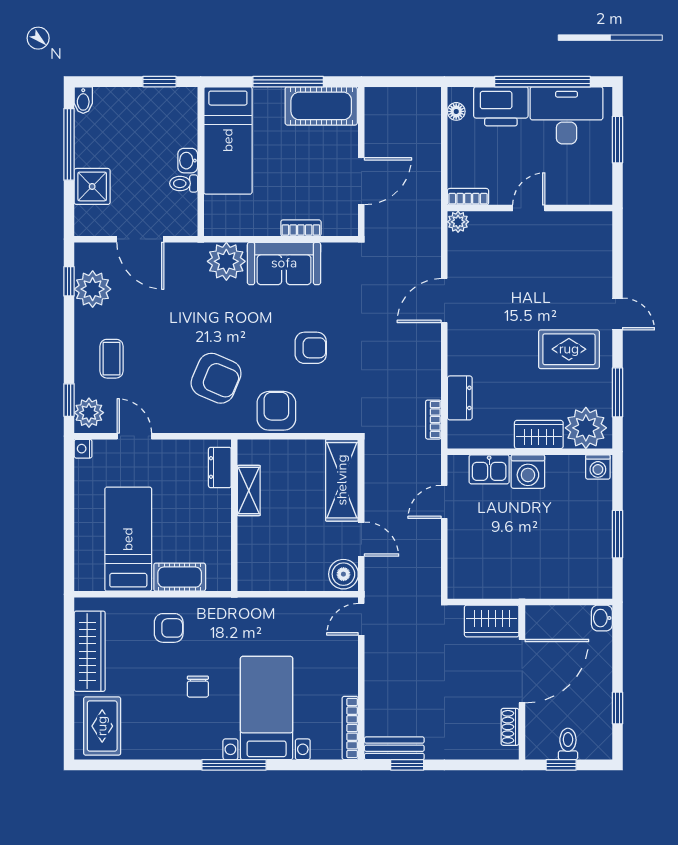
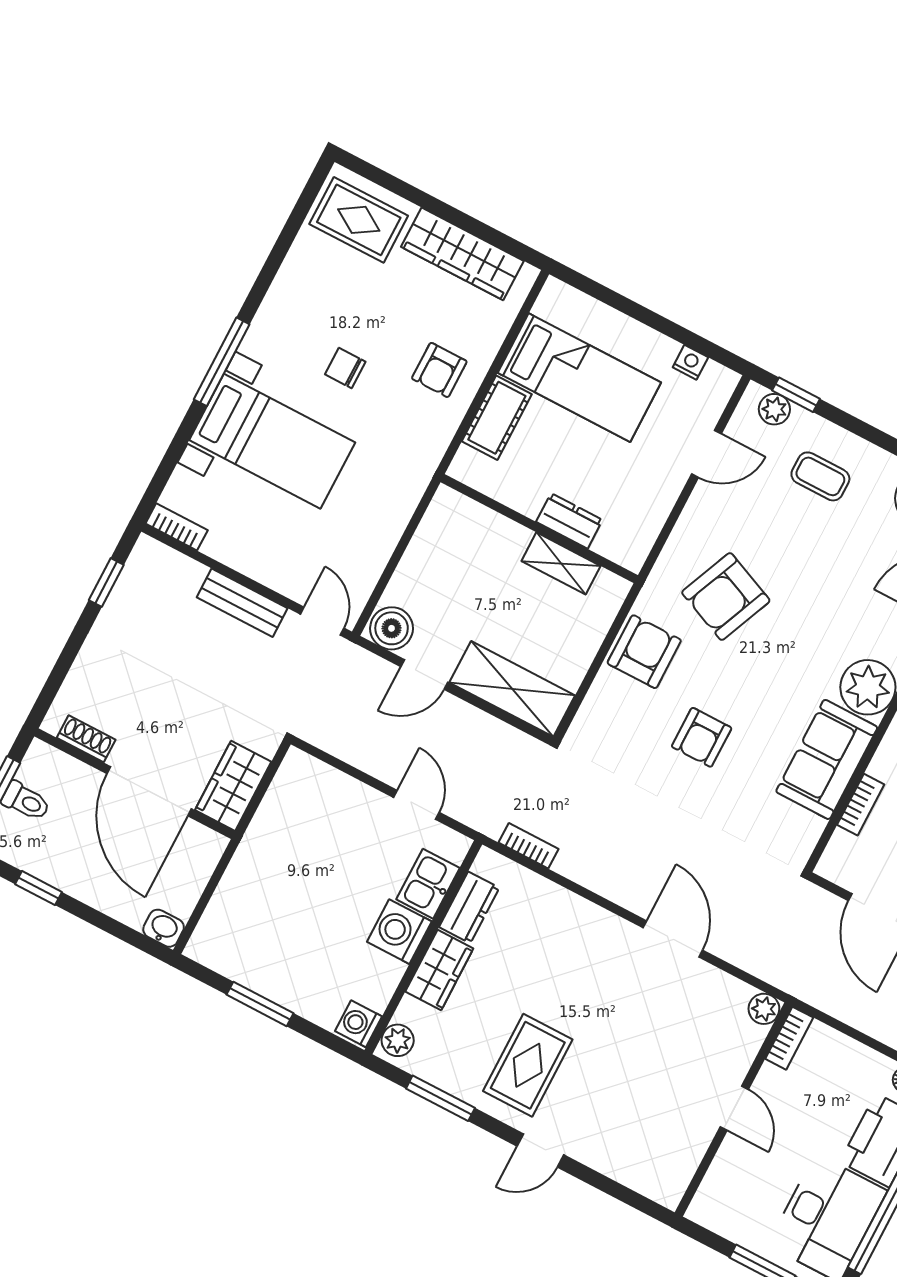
dresser: (460, 398) -> (469, 907), moved, turned -90
armchair: (276, 411) -> (644, 652), turned -90
plant: (89, 413) -> (774, 409), width x0.73, depth x0.73
plant: (586, 428) -> (398, 1040), width x0.53, depth x0.53
nightstand: (83, 449) -> (690, 362), moved
dresser: (220, 467) -> (569, 521), moved
bookcase: (350, 728) -> (177, 527), width x0.64
bench: (394, 748) -> (242, 603), moved, turned 90

